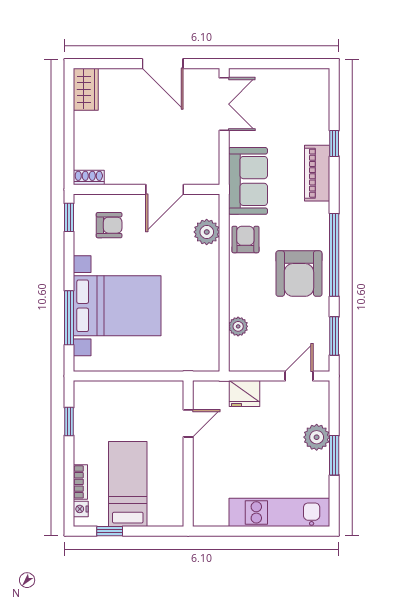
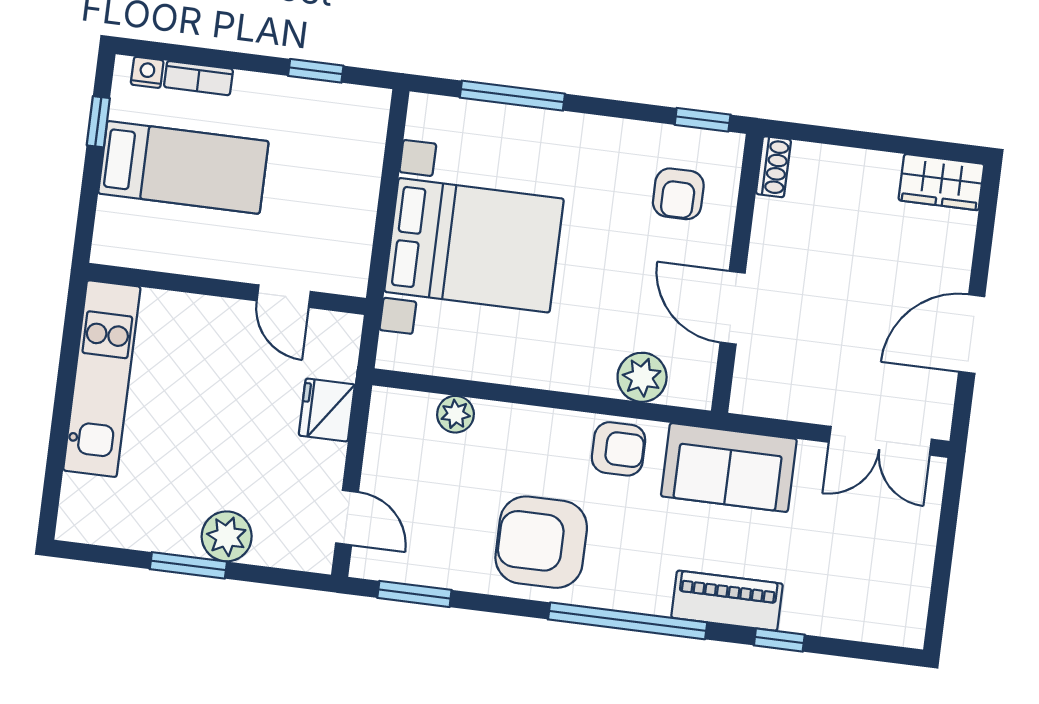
window: (334, 255) -> (628, 621), moved
bed with nightstands: (117, 306) -> (474, 245), moved, turned -90
kitchen unit: (279, 512) -> (102, 379), moved

